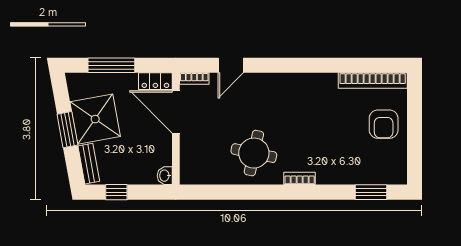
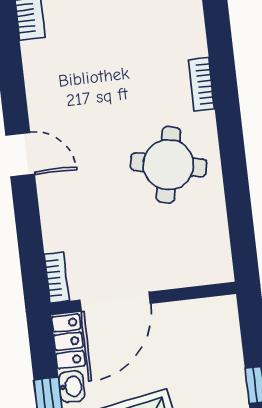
door: (231, 65) -> (20, 155), moved
washbasin: (165, 176) -> (72, 387), moved, turned -90

